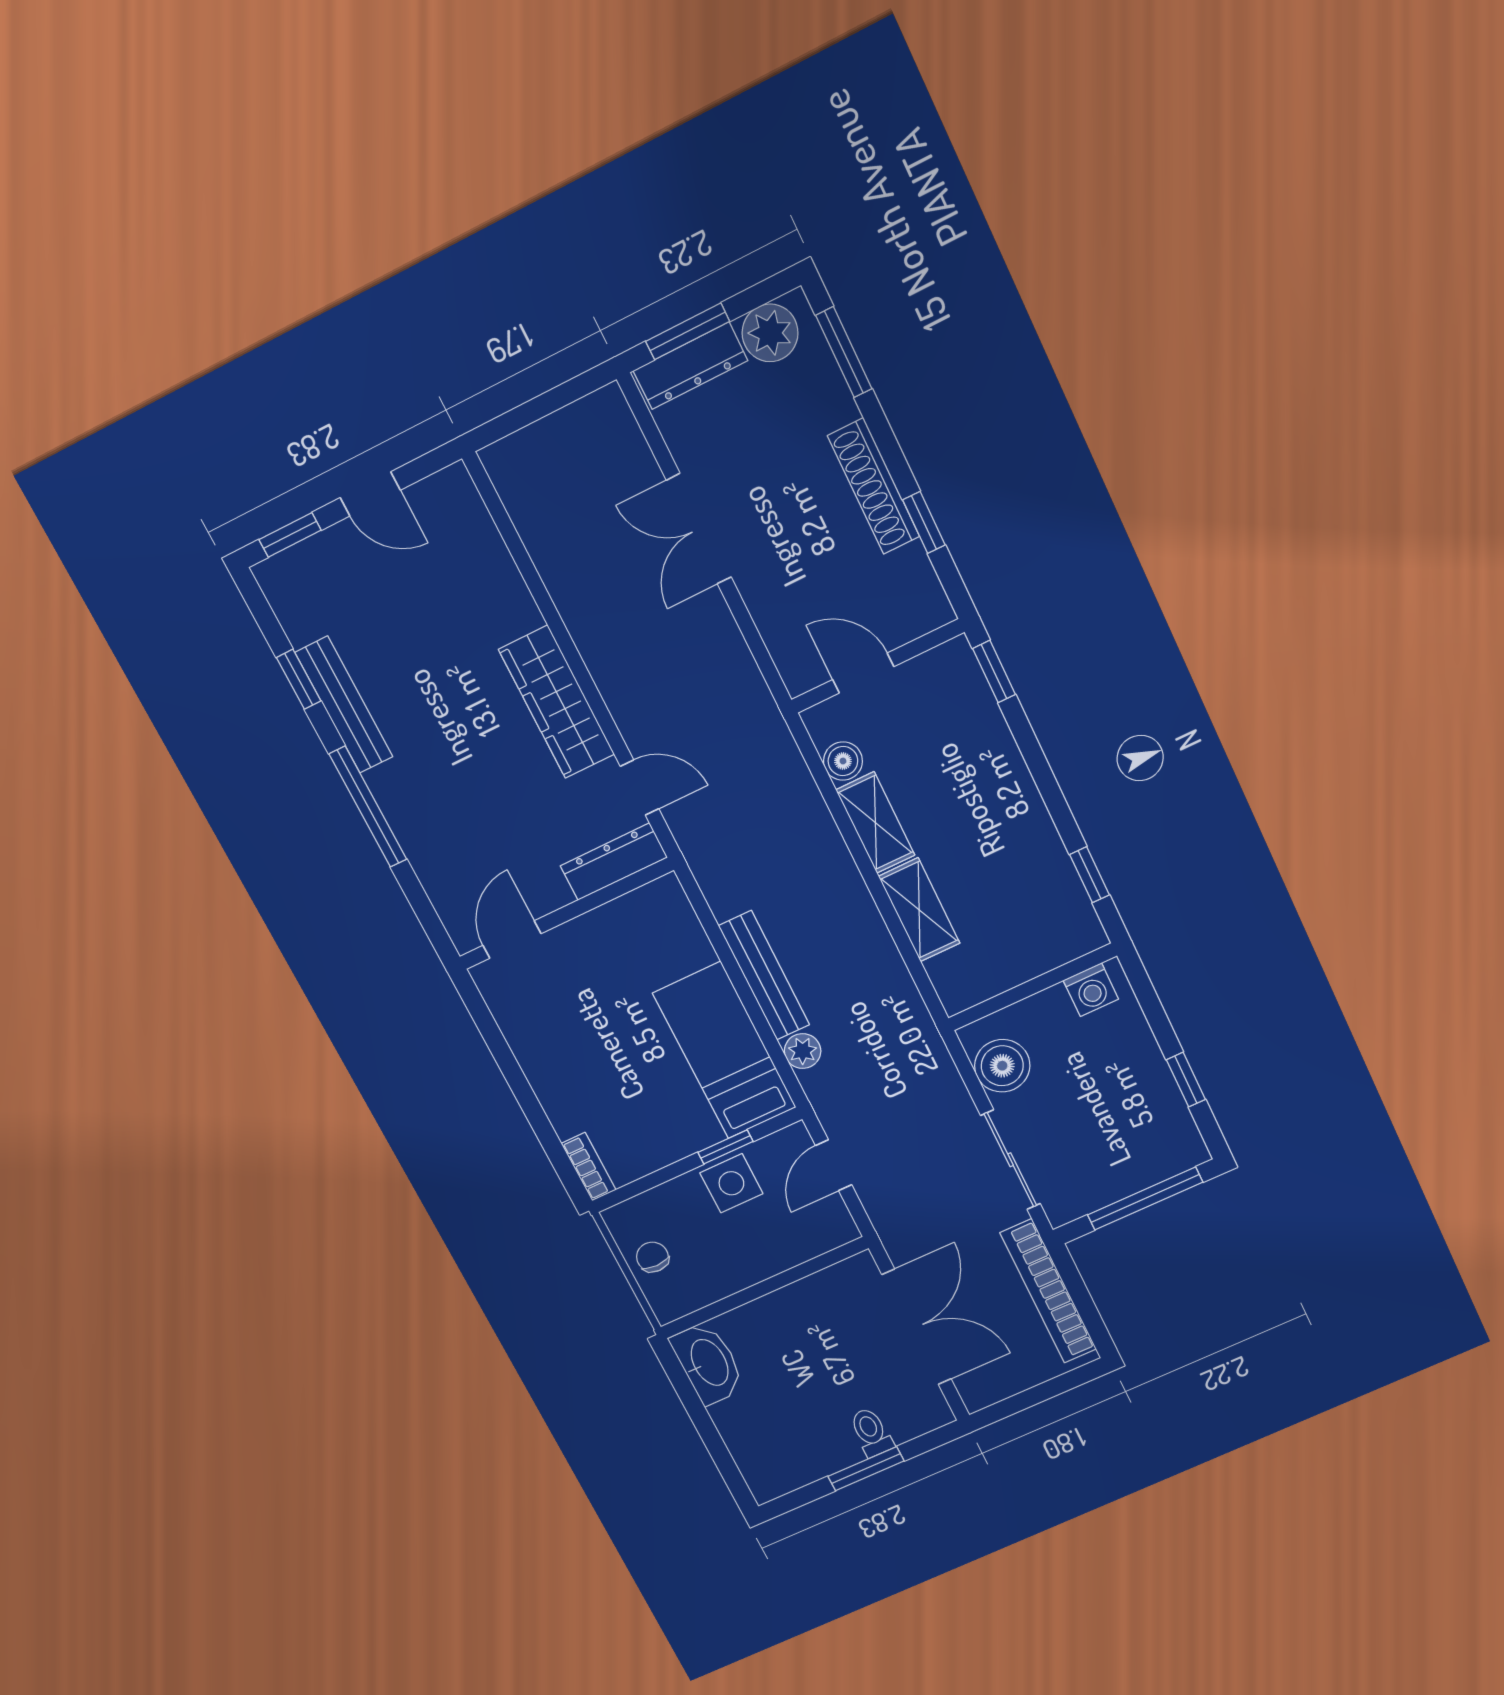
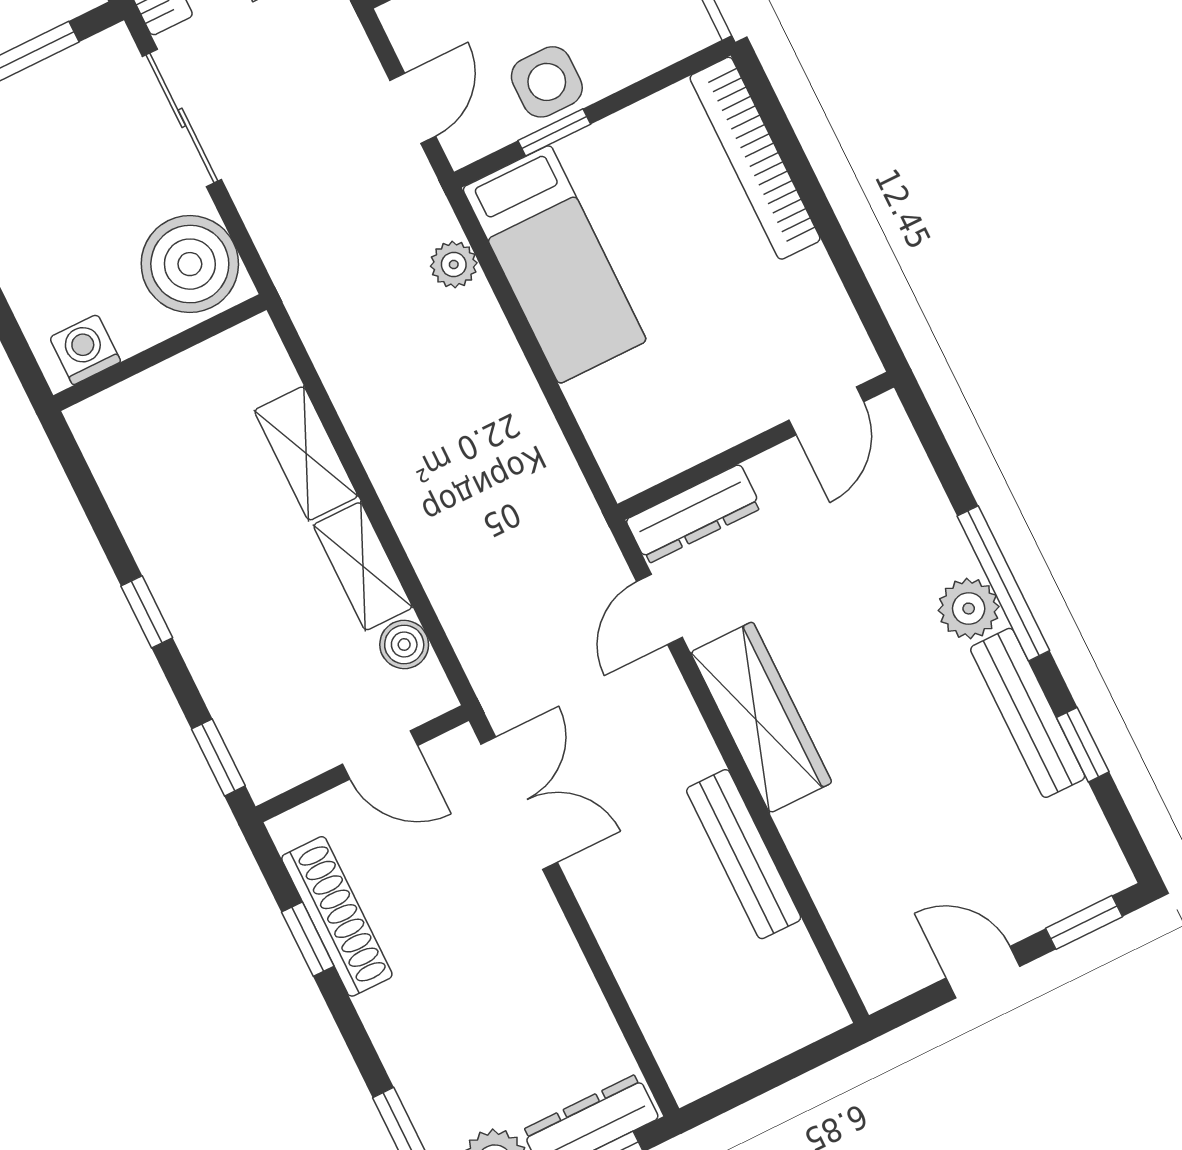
shoe rack: (874, 486) -> (337, 916), moved
double door: (699, 529) -> (519, 803), moved
plant: (395, 787) -> (969, 609), added
door: (639, 788) -> (660, 610), hinge flipped
window: (1090, 875) -> (147, 612), moved
bench: (764, 975) -> (744, 854), moved
boiler: (1002, 1066) -> (190, 264), width x1.37, depth x1.37
bookcase: (589, 1167) -> (755, 158), width x2.31, depth x1.31

